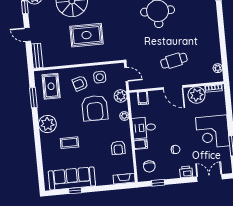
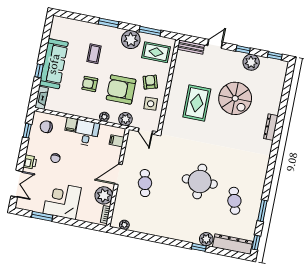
door: (126, 74) -> (145, 131), hinge flipped
plant: (47, 124) -> (131, 40), moved
window: (37, 138) -> (109, 23), added
armchair: (118, 148) -> (90, 84), moved
sofa: (72, 178) -> (54, 64), moved
window: (75, 191) -> (39, 71), moved

